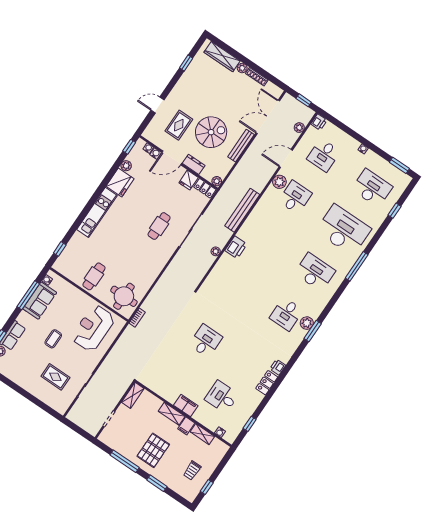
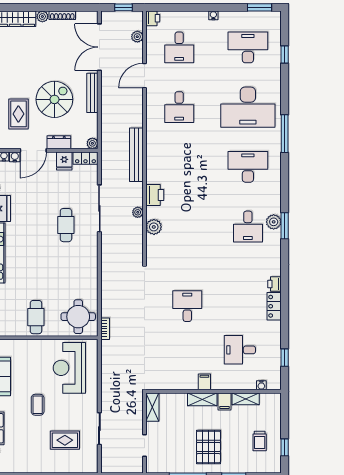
plant: (279, 182) -> (154, 227), moved
desk: (295, 197) -> (179, 107), turned 180
desk: (343, 230) -> (248, 107), turned 180
filing cabinet: (186, 406) -> (204, 382), width x0.50

